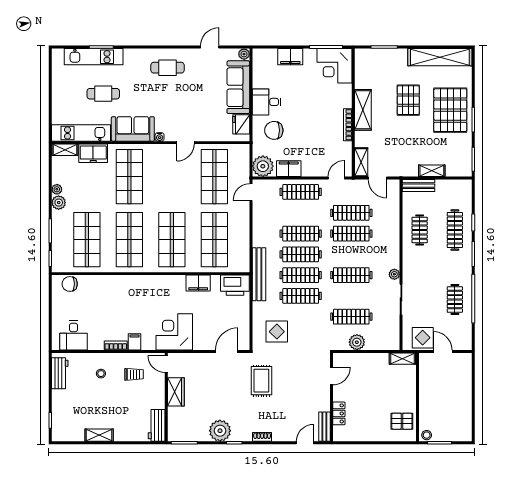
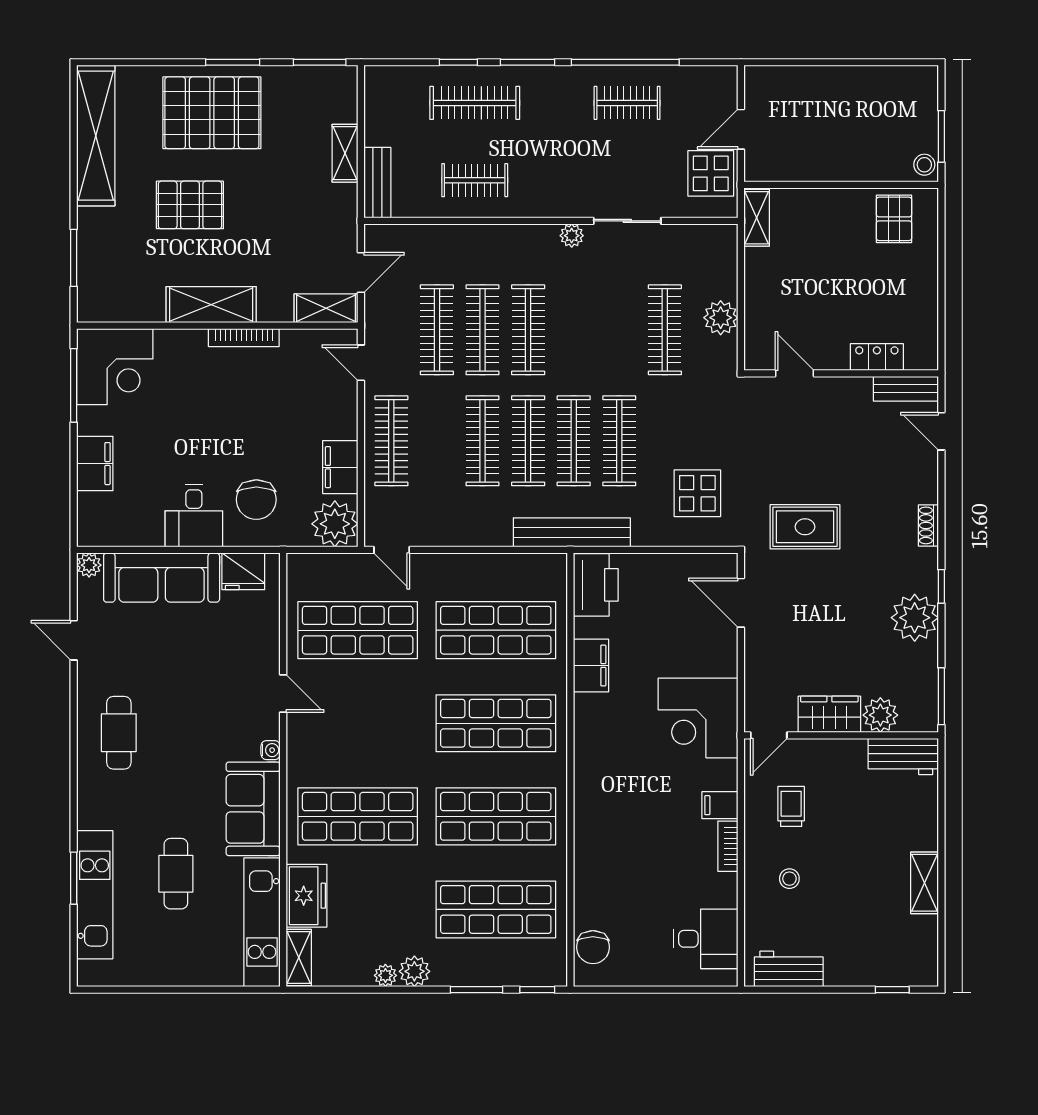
clothes rail: (351, 275) -> (528, 330), moved
plant: (176, 415) -> (880, 715), added

